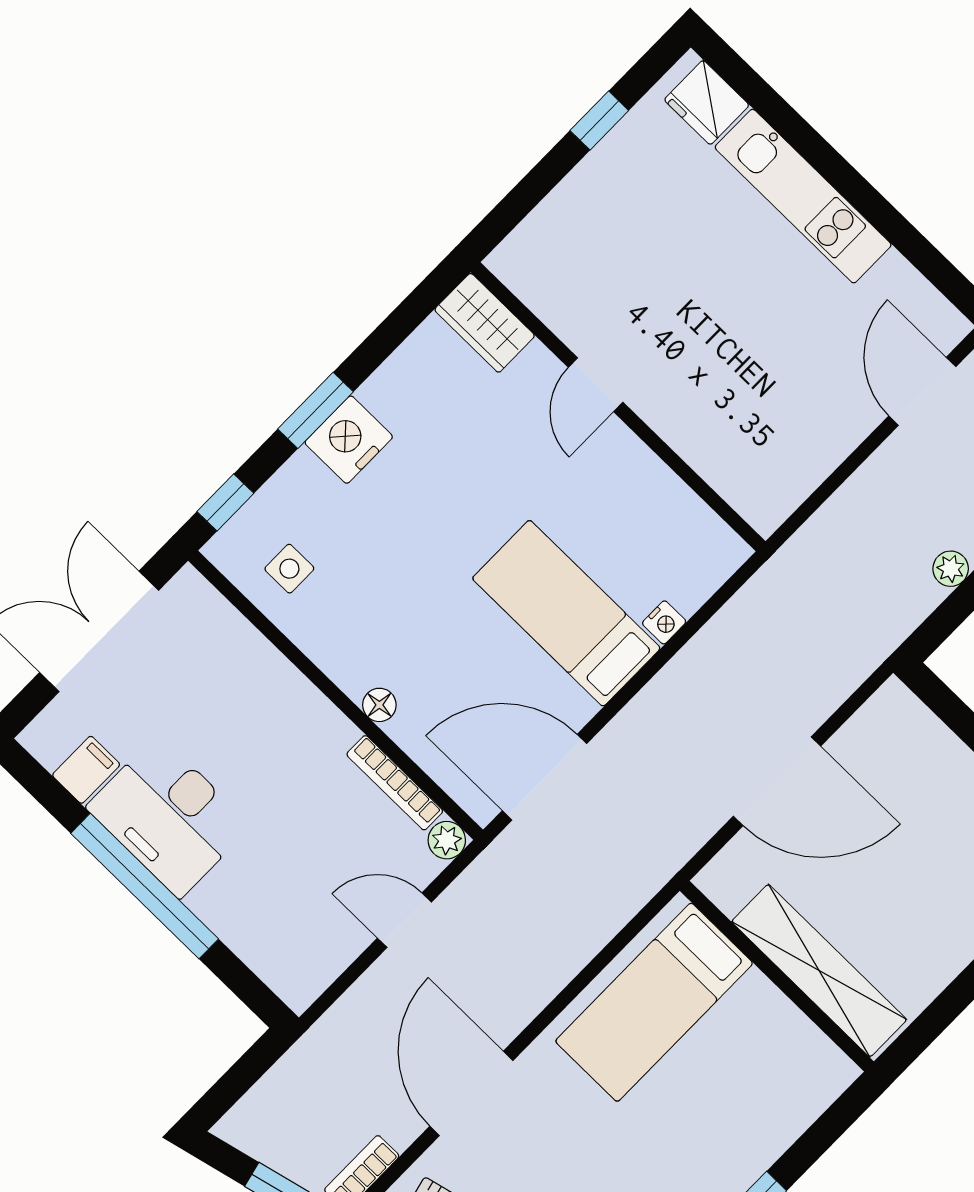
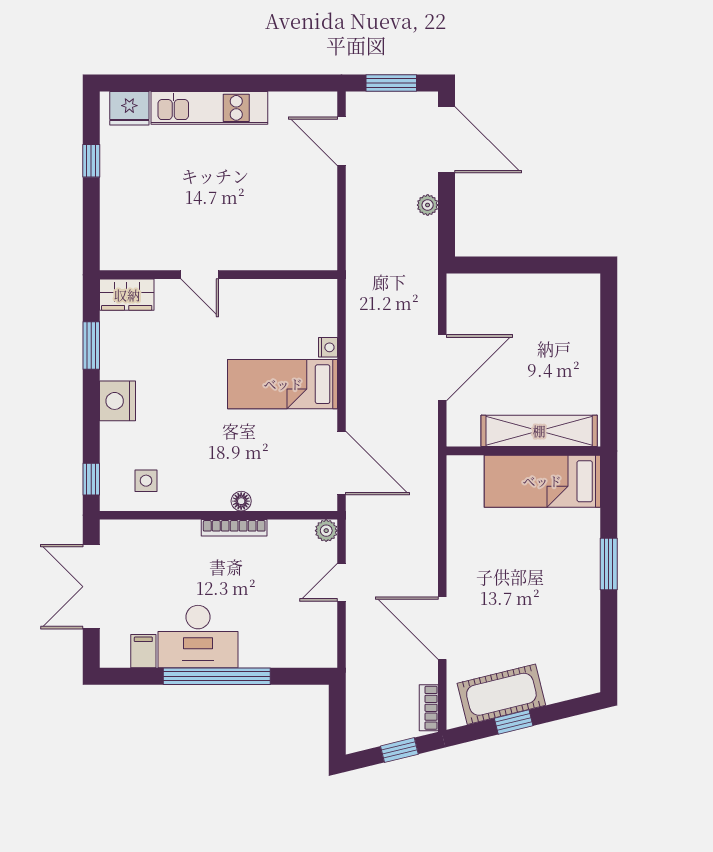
window: (316, 410) -> (91, 345), moved
door: (544, 777) -> (342, 463), swing flipped
bookcase: (395, 783) -> (234, 528), moved
bed: (654, 1002) -> (542, 481), moved, turned 90

